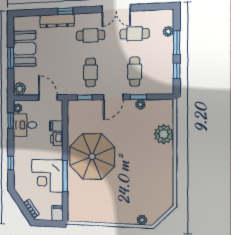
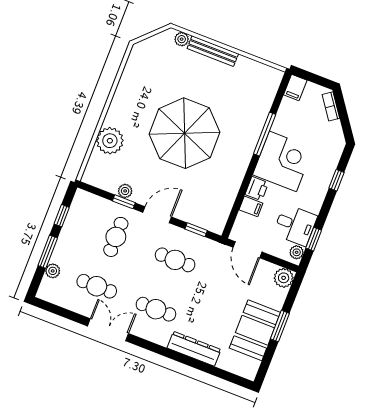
window: (65, 11) -> (177, 357), removed
cafe table: (90, 72) -> (175, 260), turned 90
parasol: (92, 156) -> (185, 133), moved
corner desk: (47, 176) -> (283, 161), moved
bench: (118, 219) -> (213, 51), added

